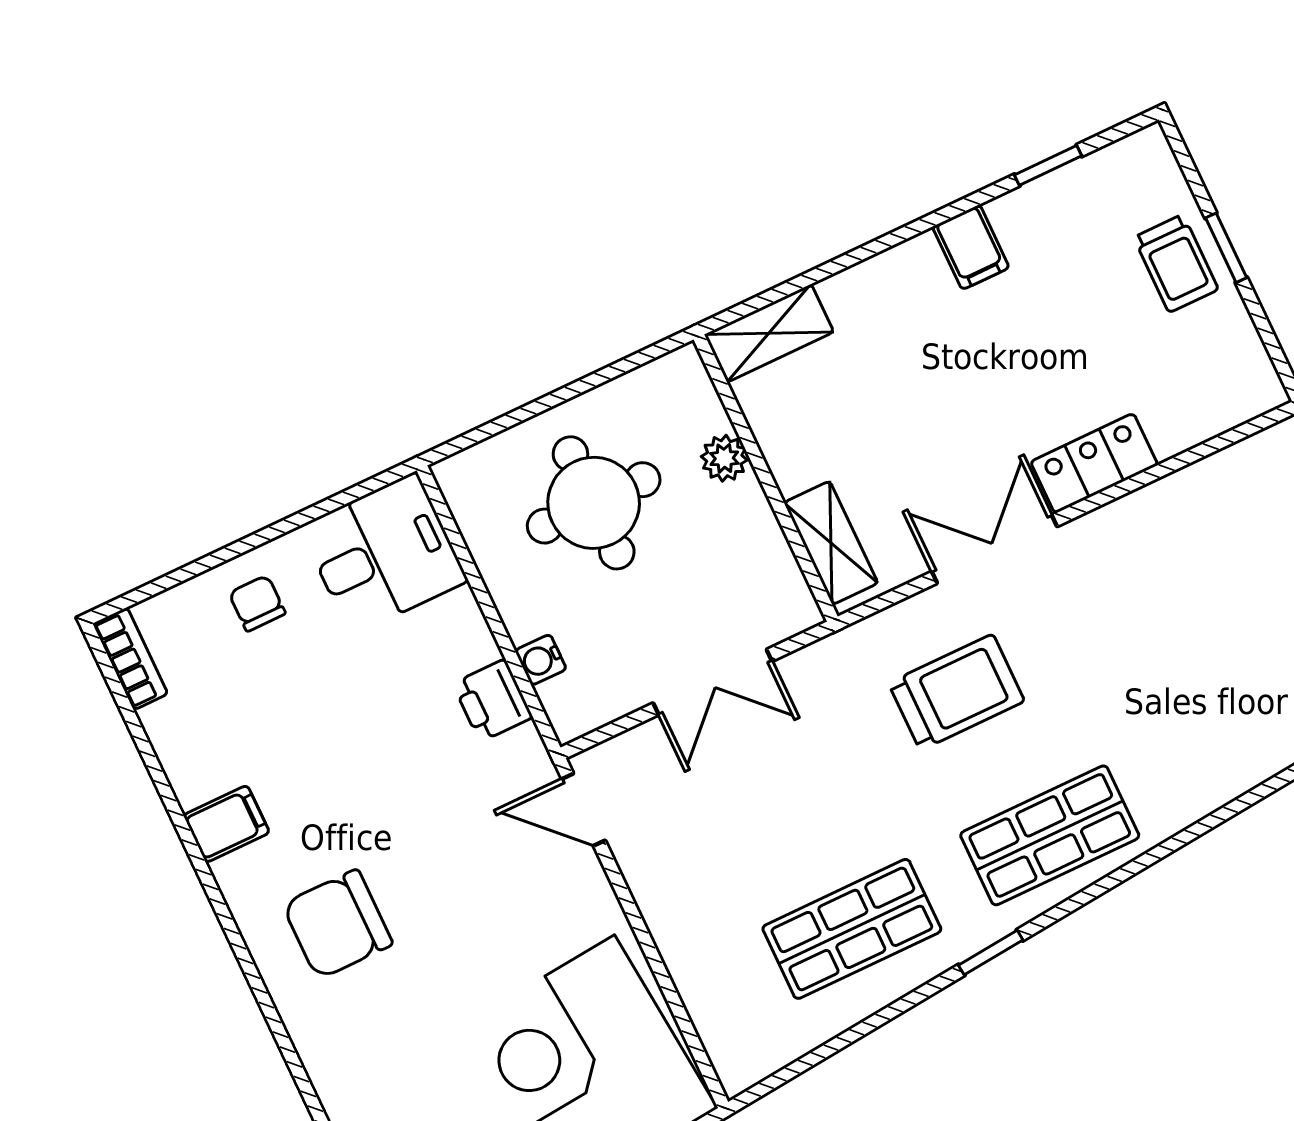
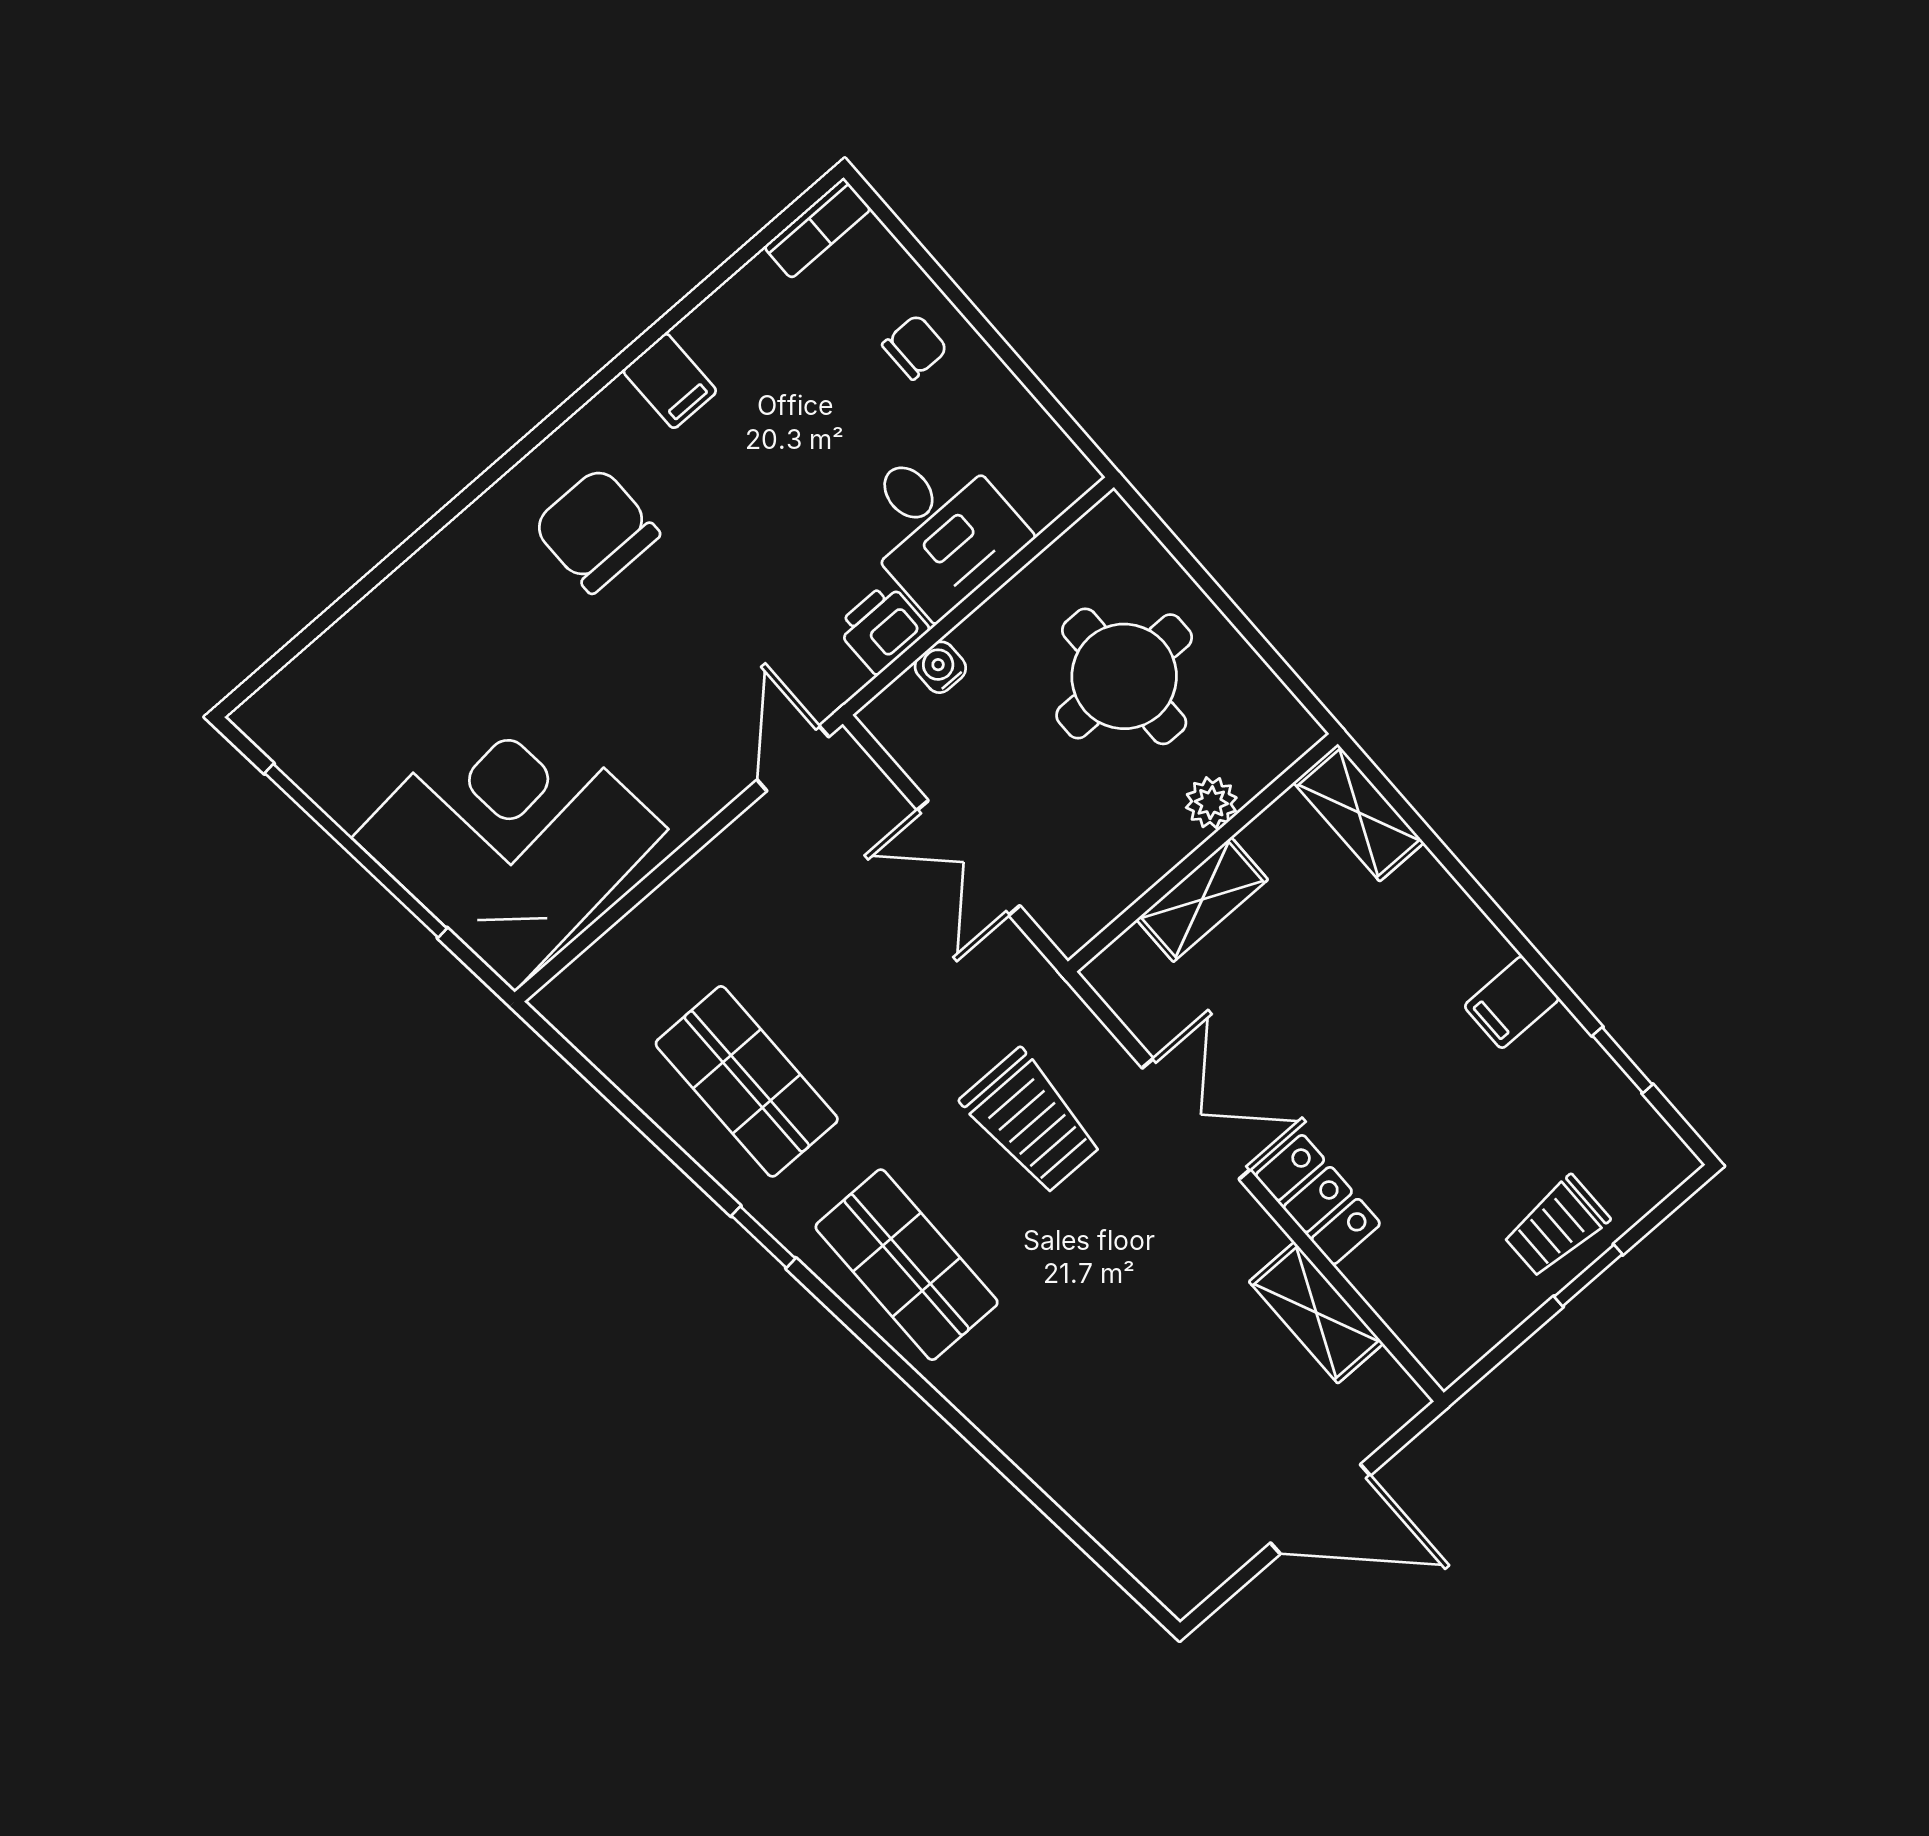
shelving: (1192, 492) -> (1316, 1313), added
shelving: (831, 543) -> (1202, 899), moved
desk: (384, 554) -> (938, 527), moved

